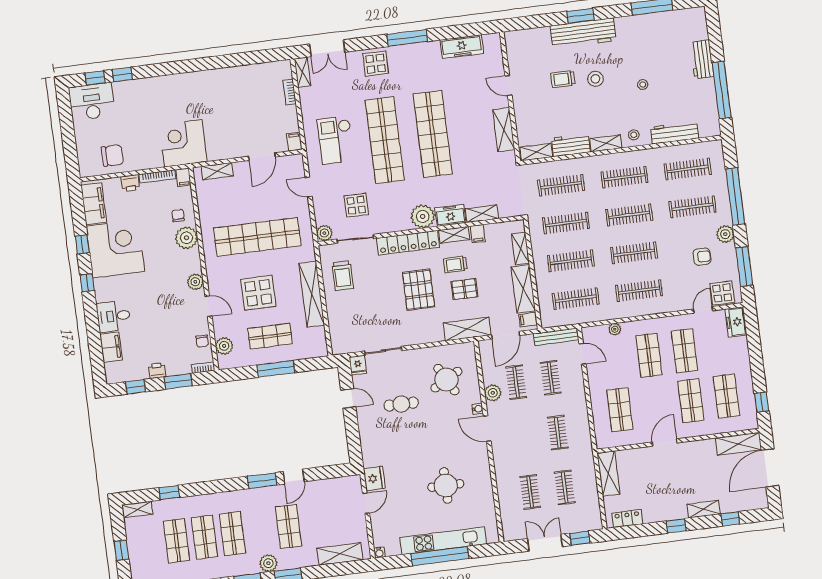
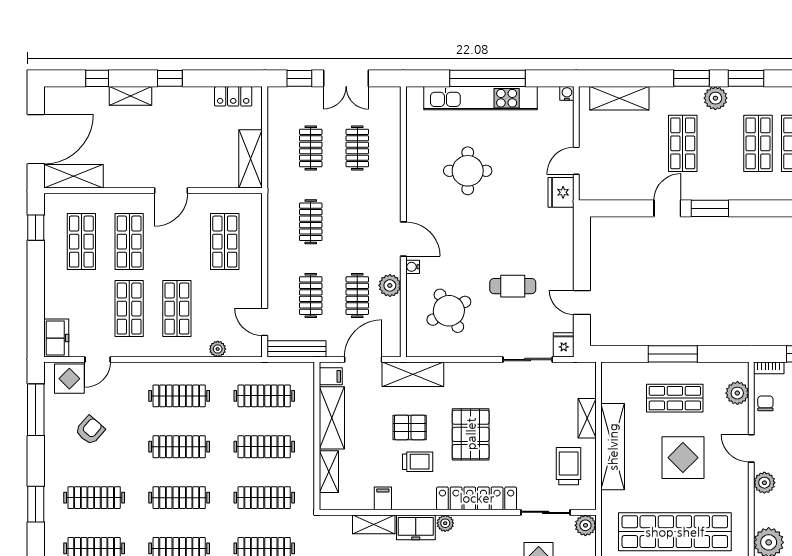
window: (735, 196) -> (36, 504), width x0.47
plant: (423, 216) -> (445, 523), width x0.53, depth x0.53
plant: (725, 234) -> (55, 456), removed
shelving: (454, 235) -> (587, 418), moved, turned 90
armchair: (702, 257) -> (90, 430), turned 131

